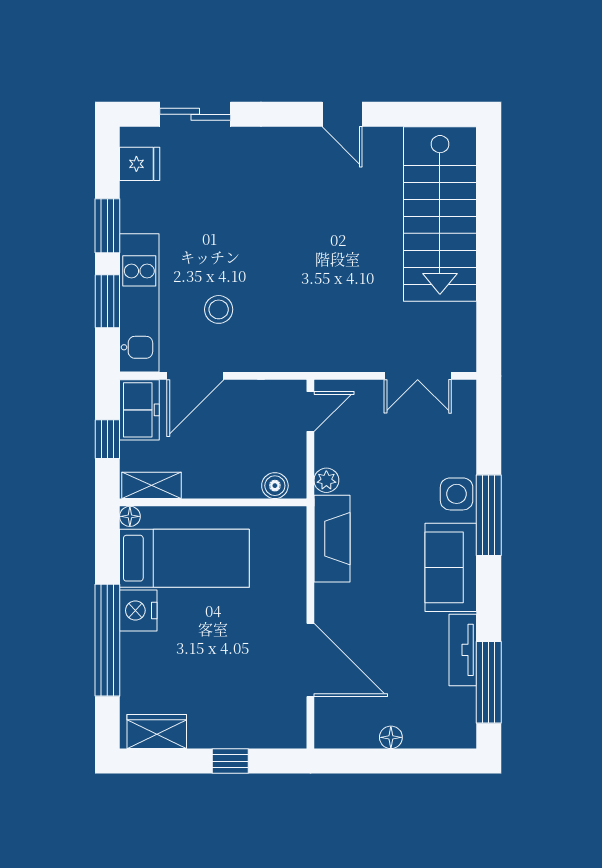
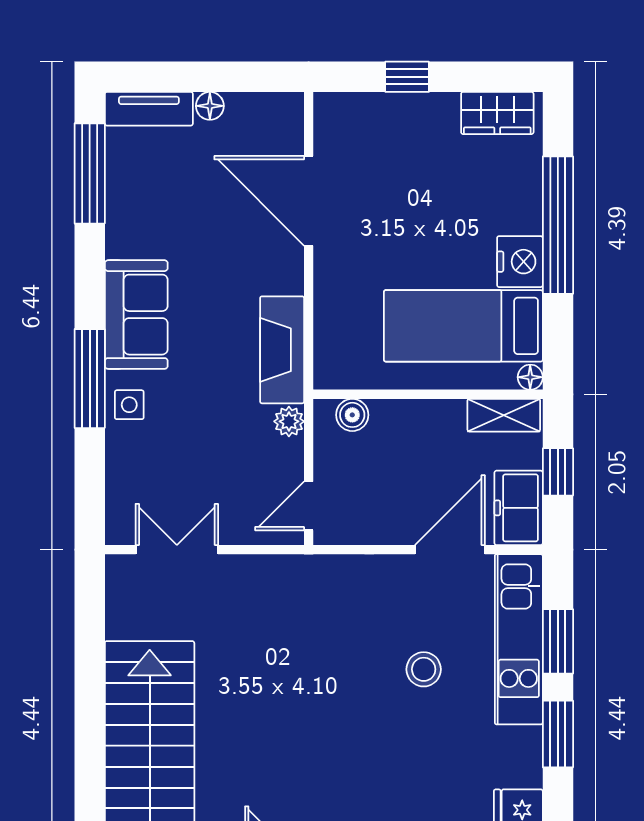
stool: (219, 309) -> (424, 669), moved
side table: (457, 494) -> (129, 405), width x0.73, depth x0.73
tv unit: (463, 650) -> (149, 109), moved, turned 90

